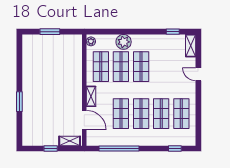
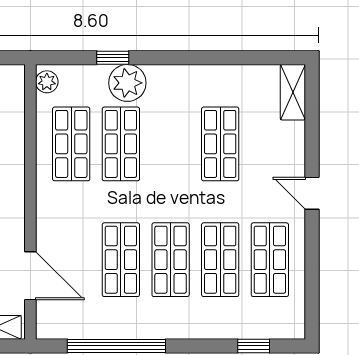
window: (173, 32) -> (113, 58), moved
shop shelf: (141, 67) -> (220, 144), moved
door: (198, 74) -> (312, 193), moved
shelving: (91, 96) -> (47, 217), removed

